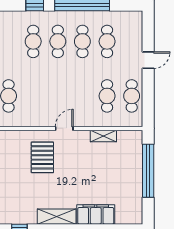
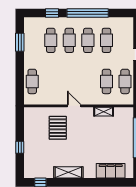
door: (64, 128) -> (74, 106), hinge flipped
filing cabinet: (96, 214) -> (111, 171), moved

